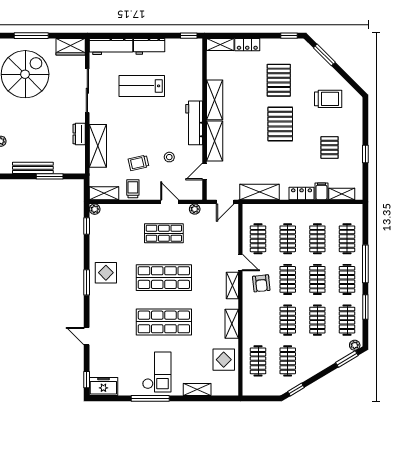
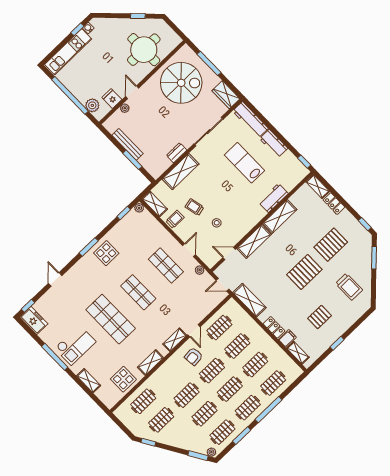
workbench: (194, 123) -> (273, 198), moved, width x0.73
shop shelf: (164, 278) -> (138, 292), width x0.70, depth x0.74

